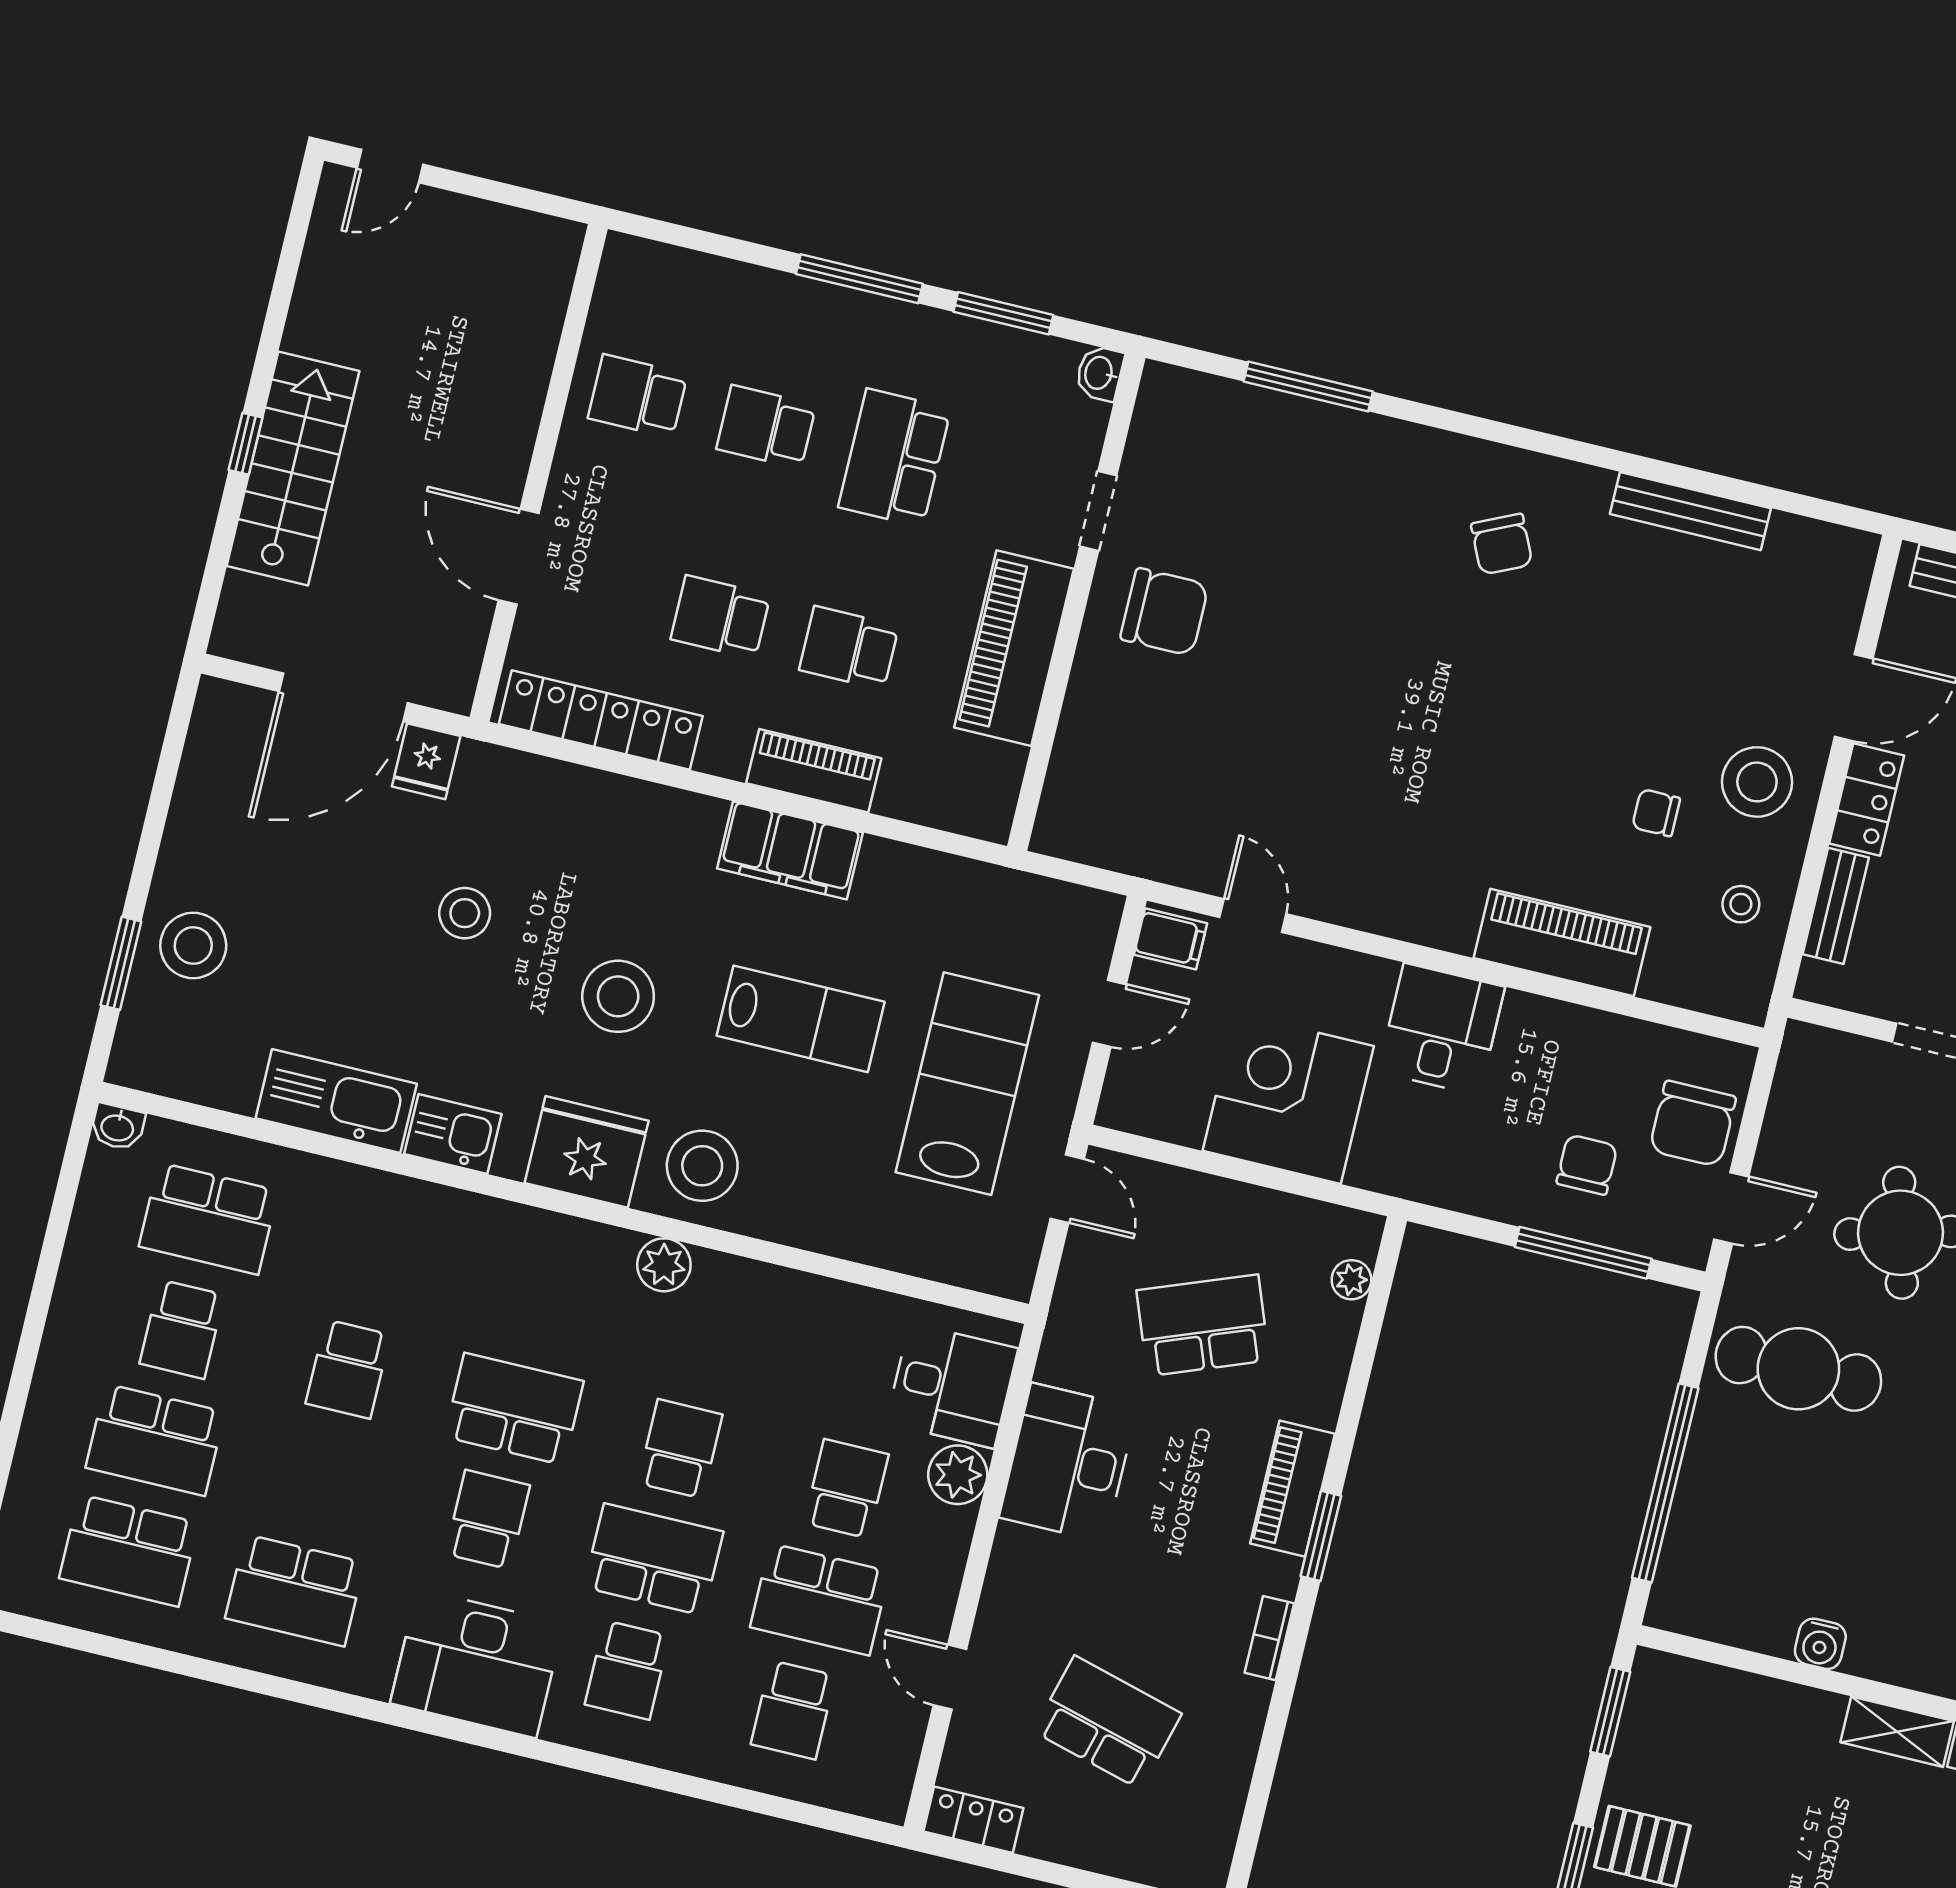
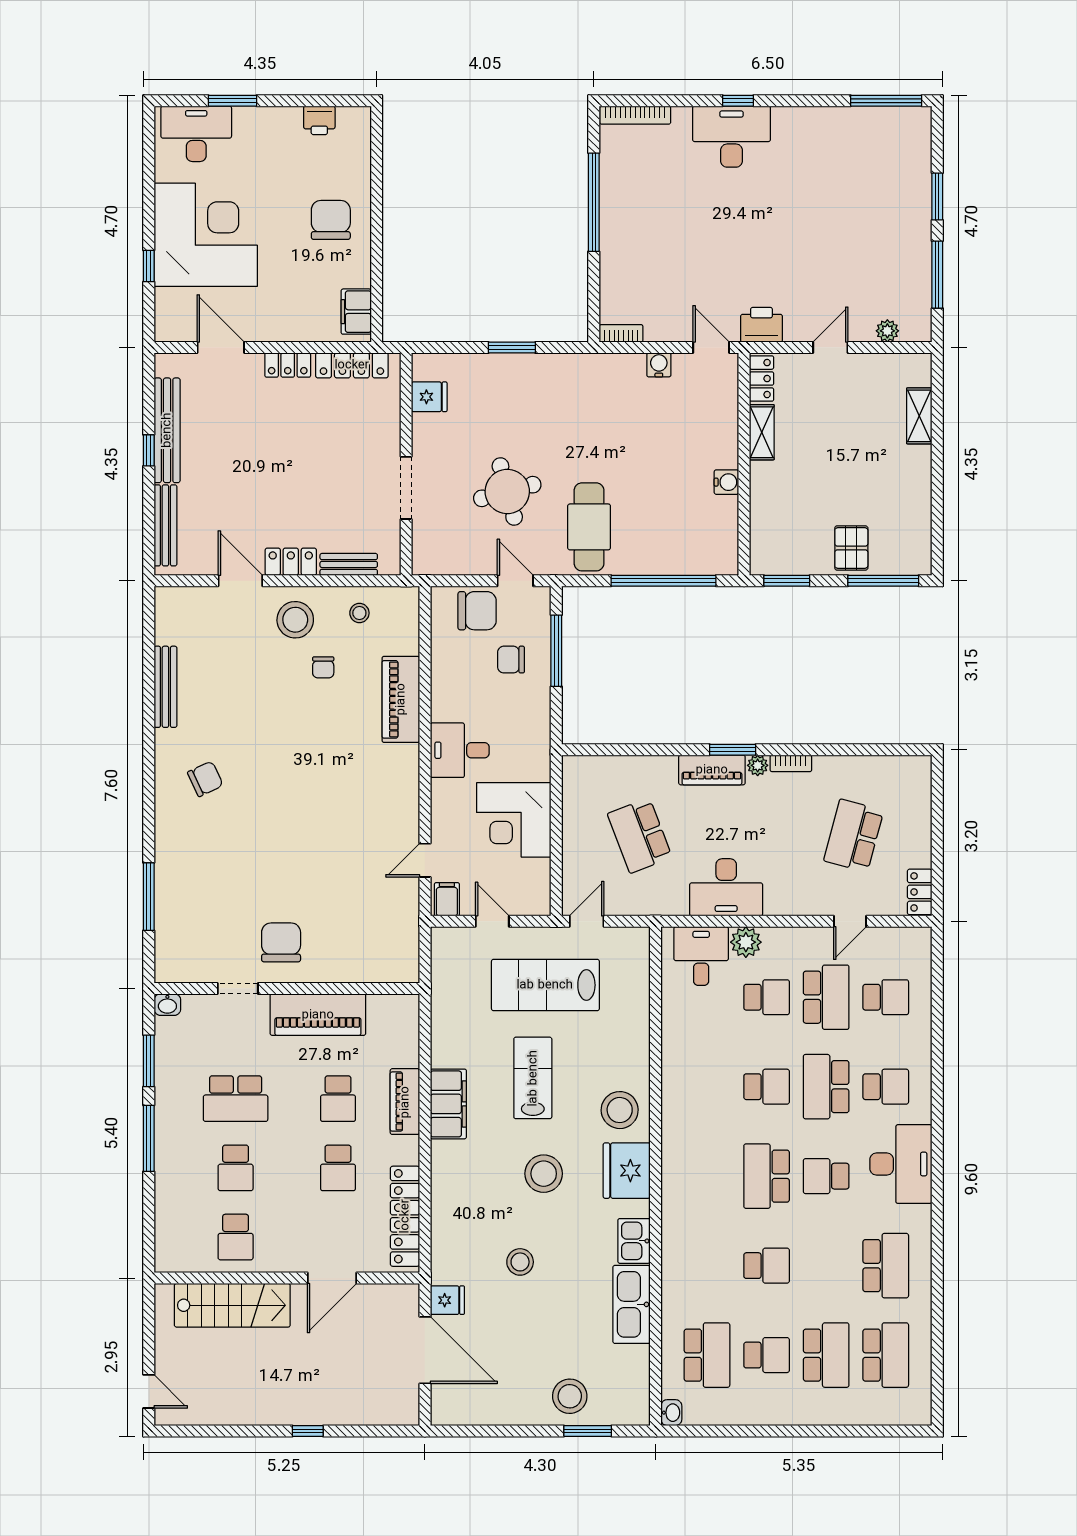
stairs: (293, 468) -> (232, 1305), moved, turned 180
plant: (664, 1265) -> (675, 1117), removed
plant: (1351, 1280) -> (758, 765), moved
school desk: (680, 1449) -> (767, 1087), turned 180
school desk: (846, 1489) -> (767, 997), turned 180

